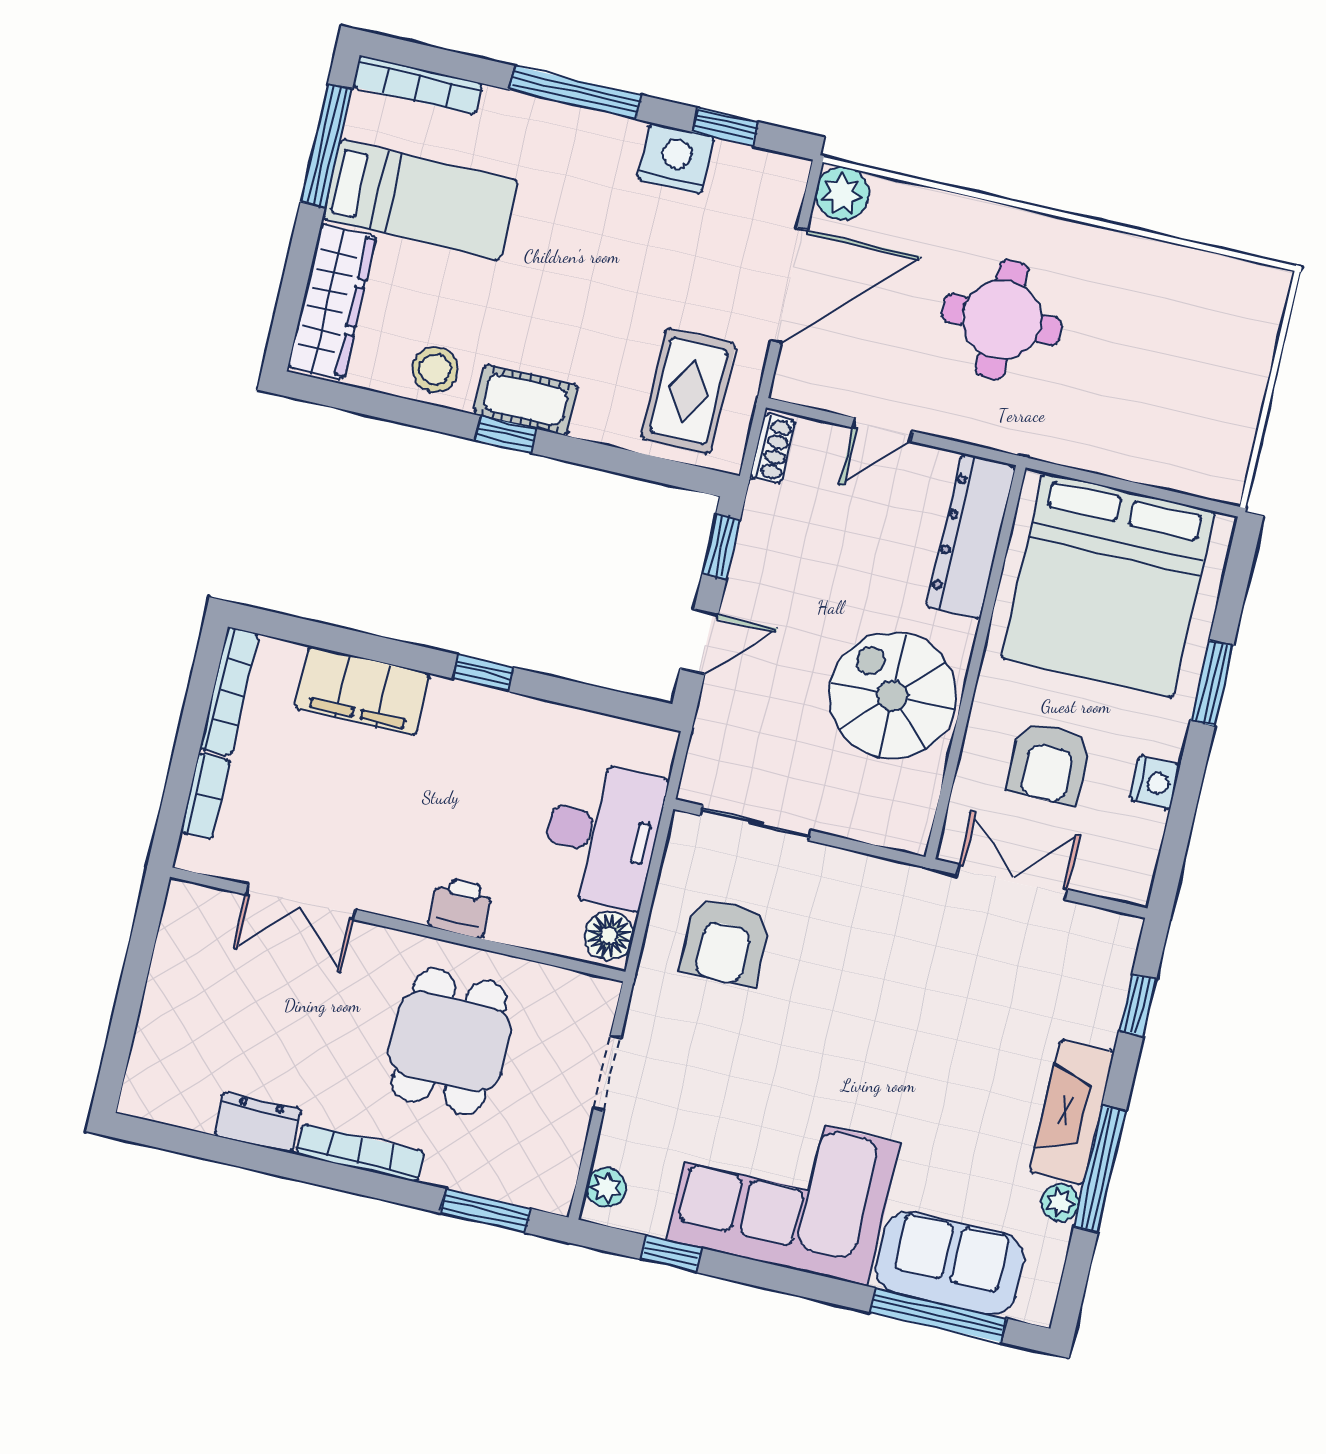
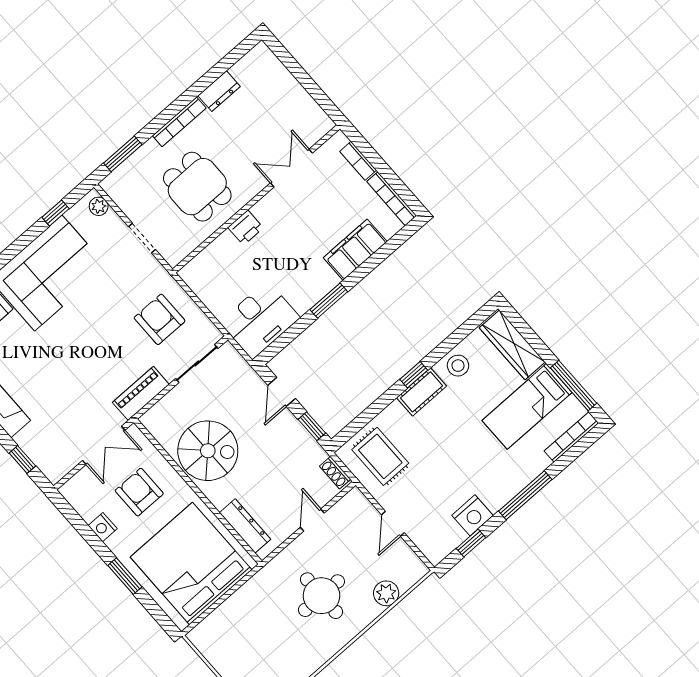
plant: (842, 194) -> (386, 593), moved
door: (789, 286) -> (393, 524), width x0.53
dresser: (971, 537) -> (245, 526), width x0.73, depth x0.80
window: (483, 673) -> (329, 301), width x1.50
desk: (602, 835) -> (260, 320), moved, turned -90
piano: (877, 882) -> (141, 393), added
floor lamp: (609, 936) -> (194, 277), removed

